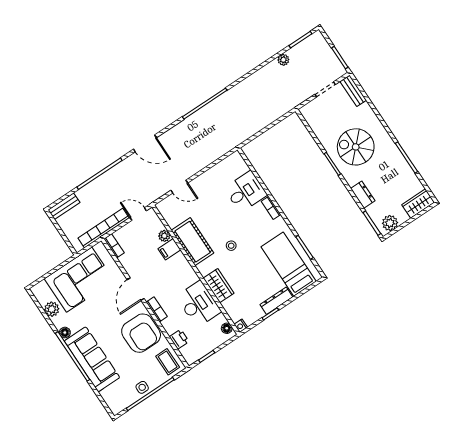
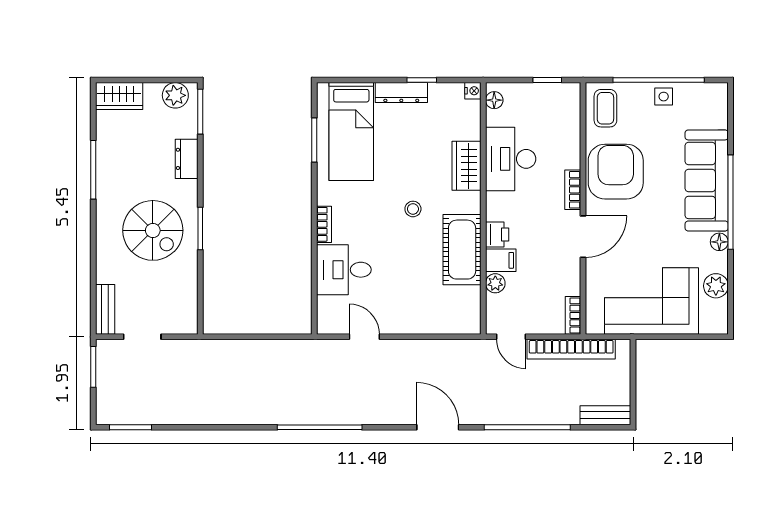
plant: (283, 60) -> (172, 415), removed
door: (179, 187) -> (364, 337), moved
printer: (179, 339) -> (497, 234), moved, turned 180

